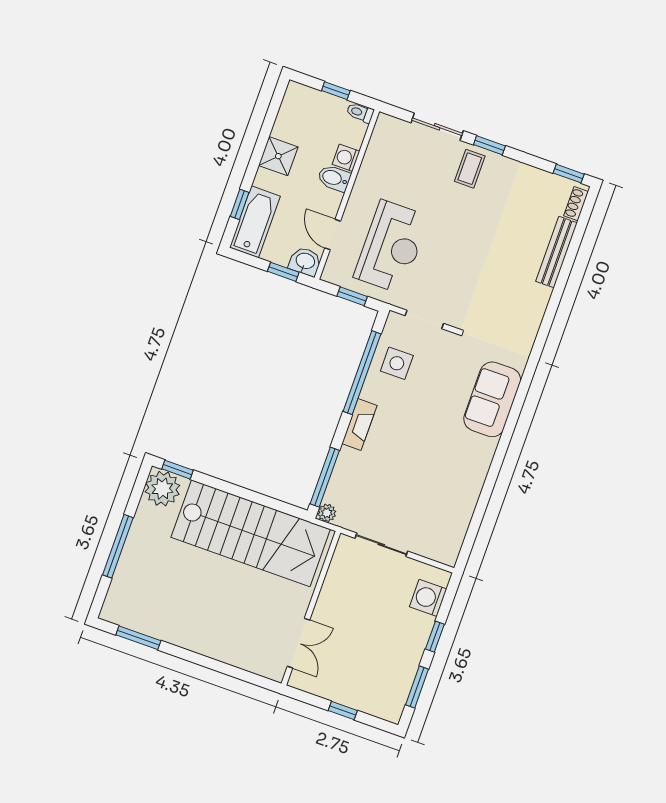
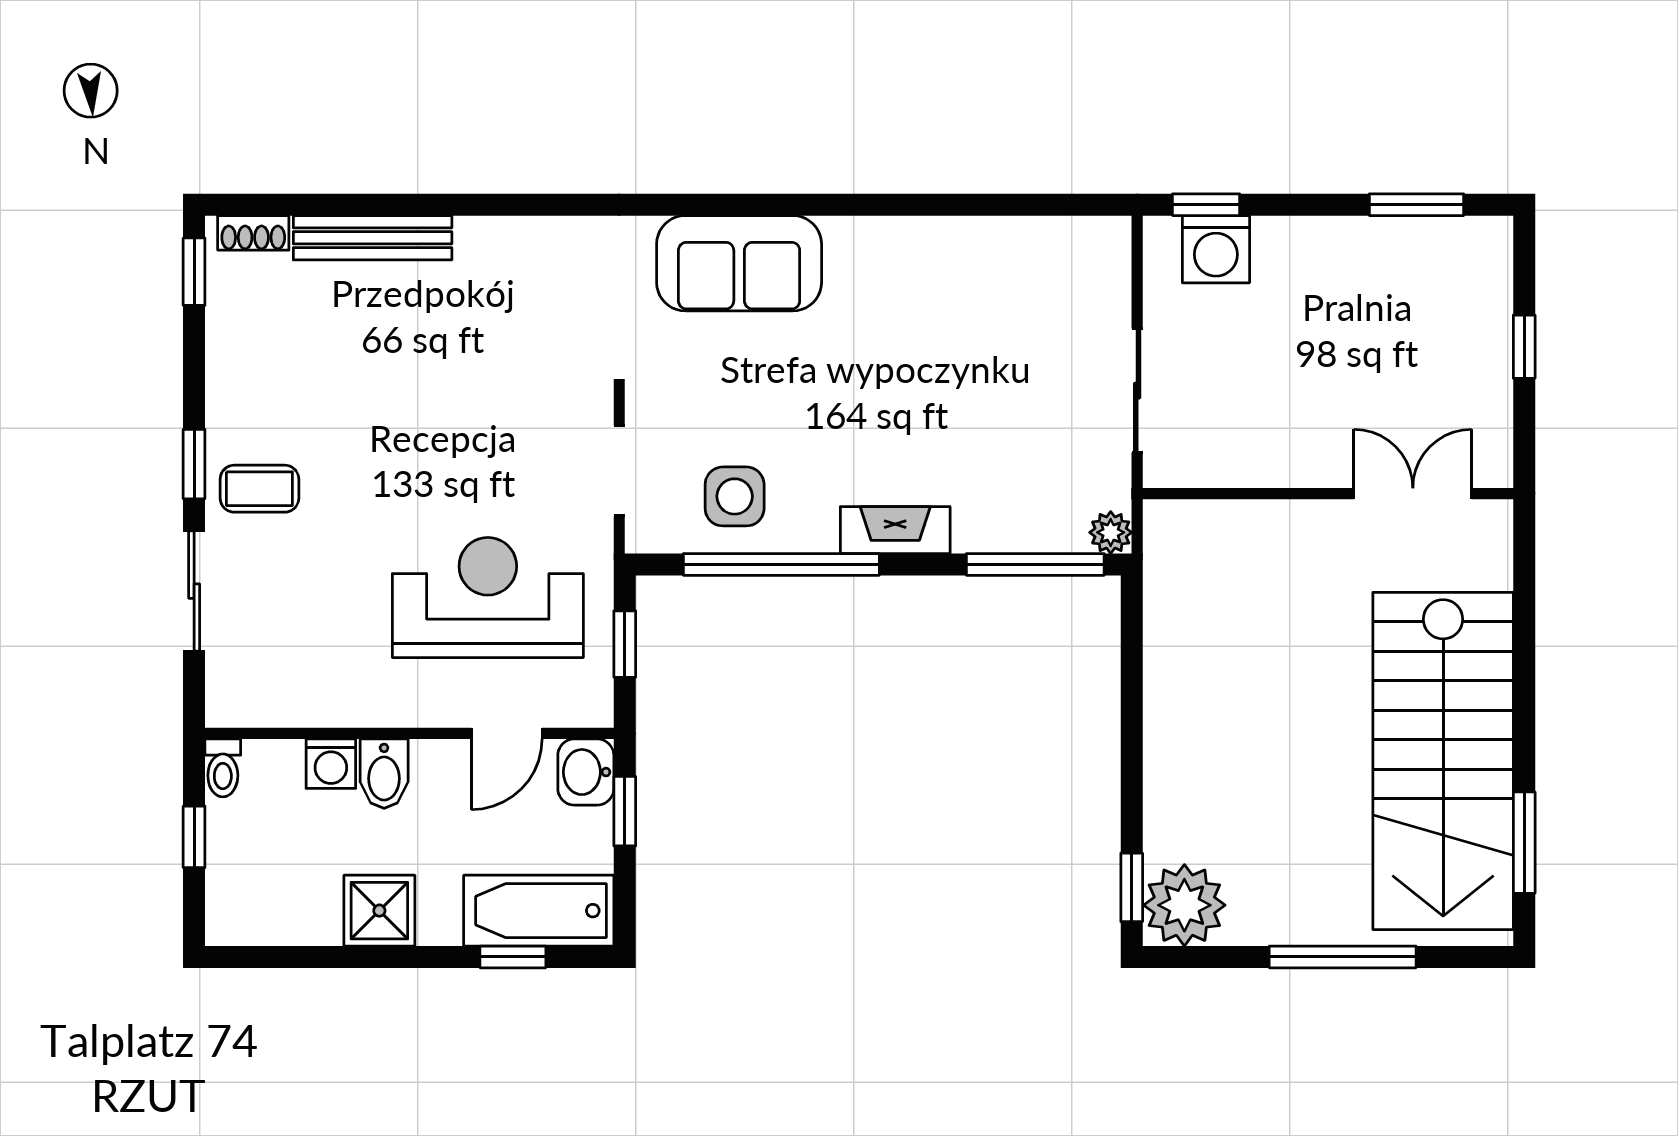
stairs: (251, 533) -> (1443, 761), moved, turned 180
window: (435, 637) -> (1206, 205), moved

